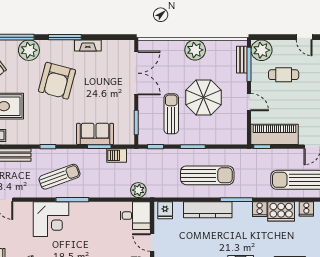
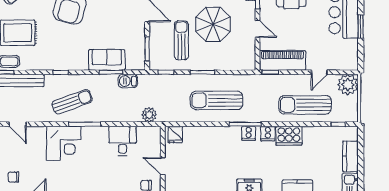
sun lounger: (207, 175) -> (217, 100), turned 180
cooker: (306, 209) -> (249, 133), moved
kitchen counter: (208, 210) -> (217, 134), removed
desk: (135, 216) -> (123, 141), moved, turned -90

